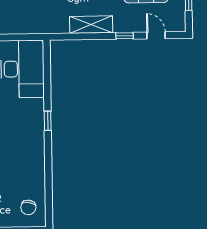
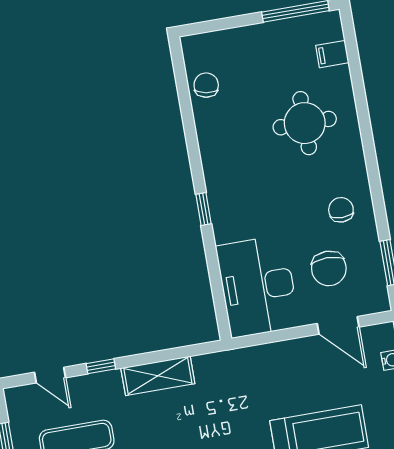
chair: (28, 207) -> (206, 85), moved

